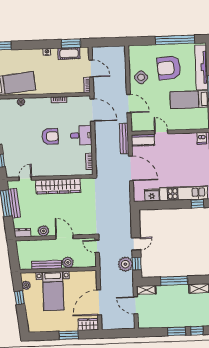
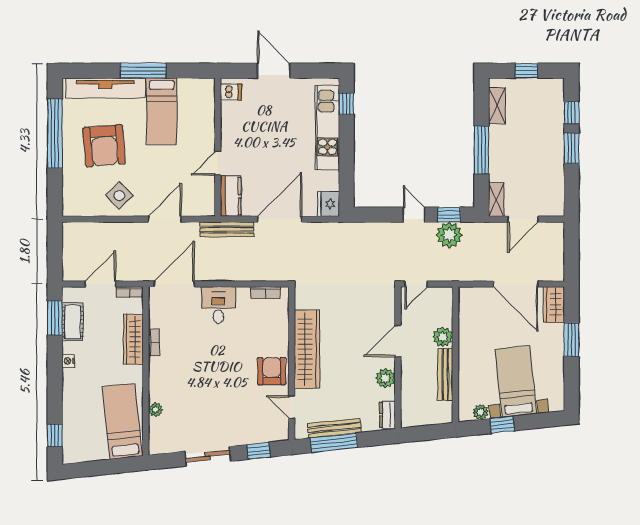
wardrobe: (60, 88) -> (133, 339), added
armchair: (50, 136) -> (272, 371), moved
fridge: (152, 195) -> (328, 204), moved
bed with nightstands: (53, 291) -> (516, 381), moved, turned -96

